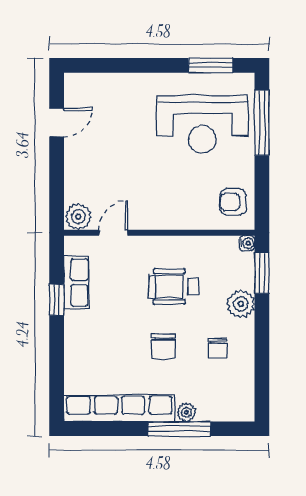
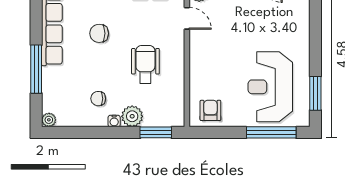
water cooler: (247, 243) -> (114, 121), moved
chair: (163, 346) -> (99, 33), moved
plant: (186, 412) -> (49, 120), moved

